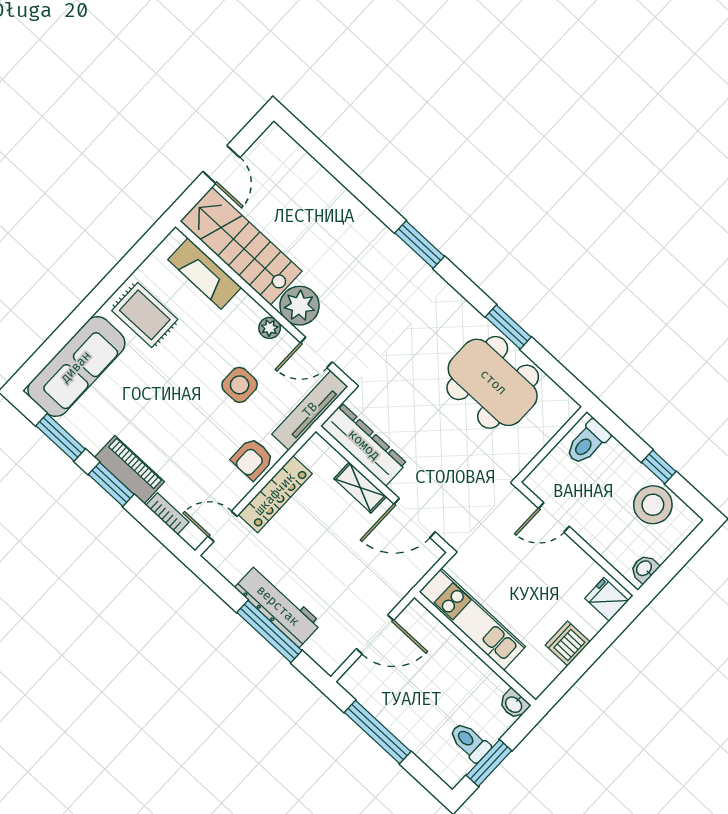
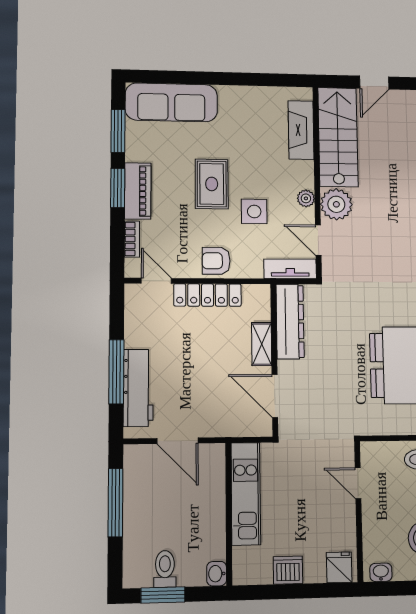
rug: (145, 315) -> (212, 184), moved
tv unit: (310, 410) -> (290, 269), width x0.71
workbench: (278, 606) -> (138, 388), moved

